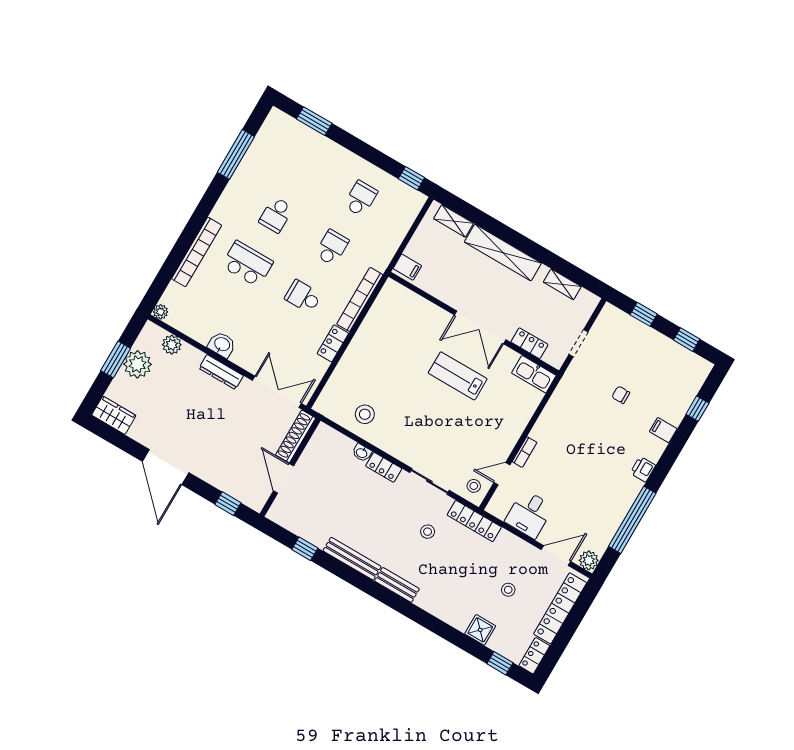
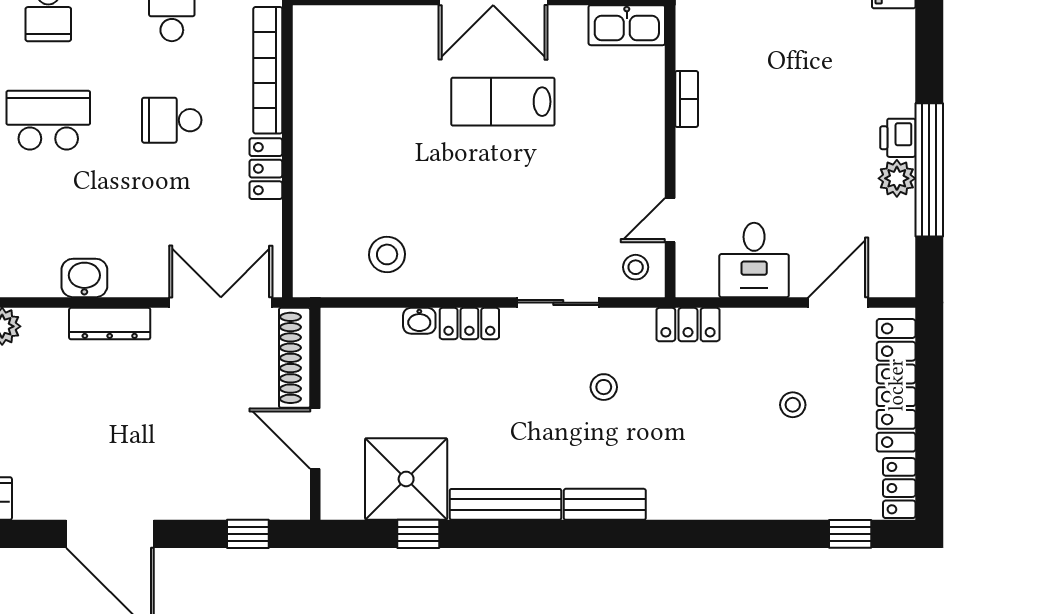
bookcase: (525, 452) -> (687, 99), moved
printer: (643, 469) -> (898, 138), moved
locker: (474, 521) -> (688, 325), width x0.66
plant: (589, 560) -> (897, 178), moved
shower: (480, 630) -> (406, 479), moved, width x1.86, depth x1.86

